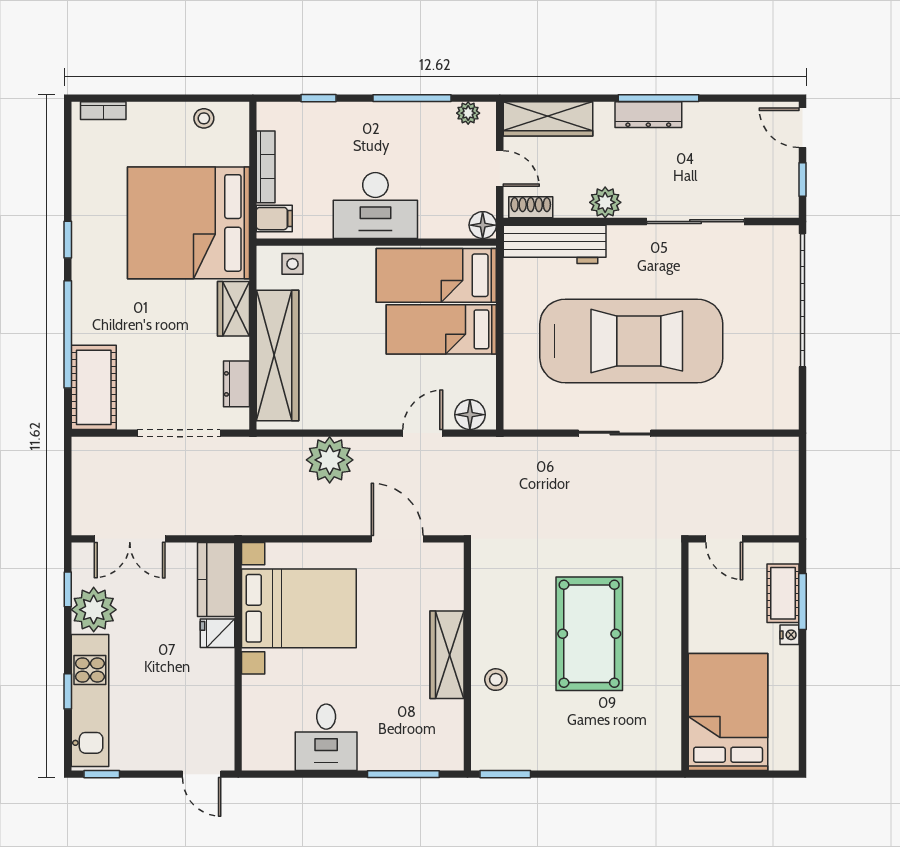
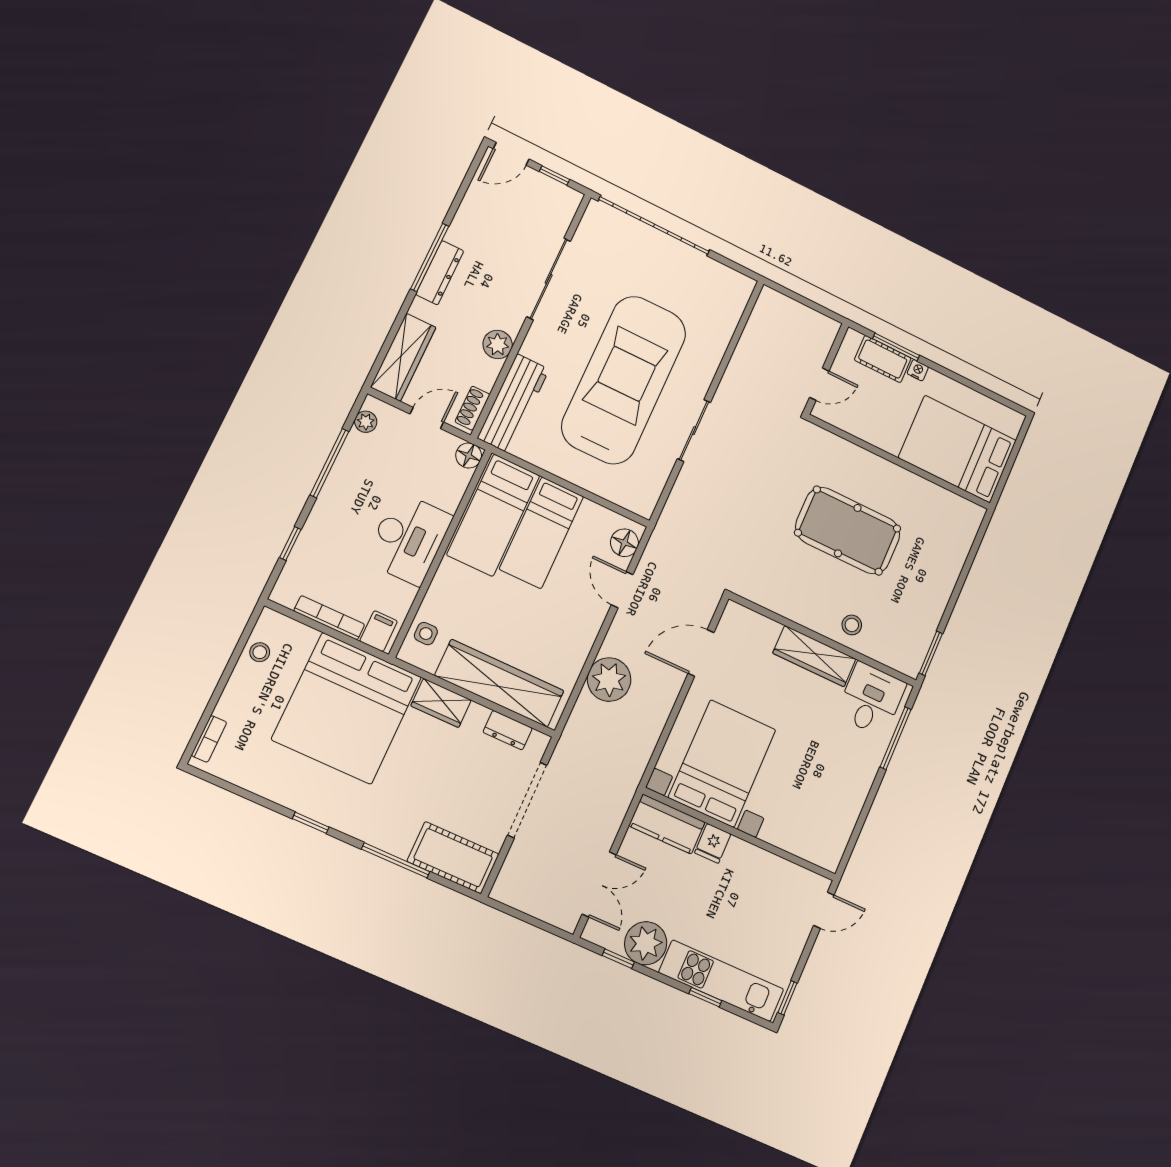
window: (68, 334) -> (396, 860), width x0.68
desk: (326, 737) -> (871, 699), moved, turned -90

